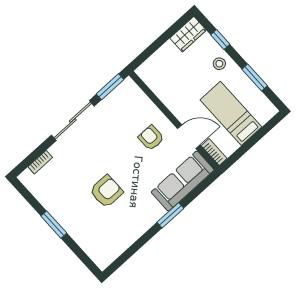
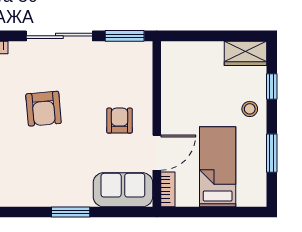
door: (189, 137) -> (157, 153), hinge flipped
sofa: (183, 181) -> (123, 190), width x0.73
armchair: (106, 191) -> (43, 109), moved, turned 85

